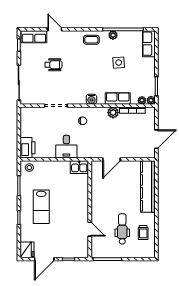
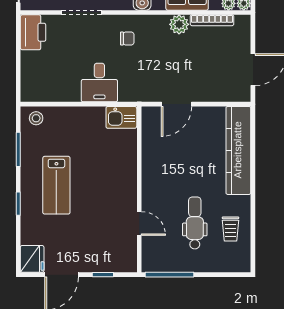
printer: (28, 148) -> (33, 32), moved

